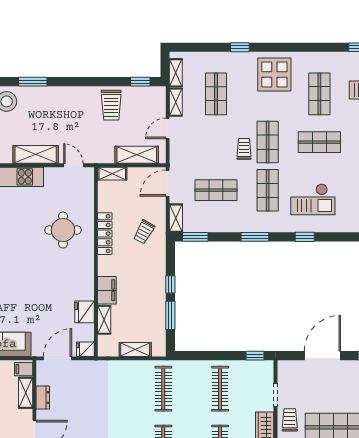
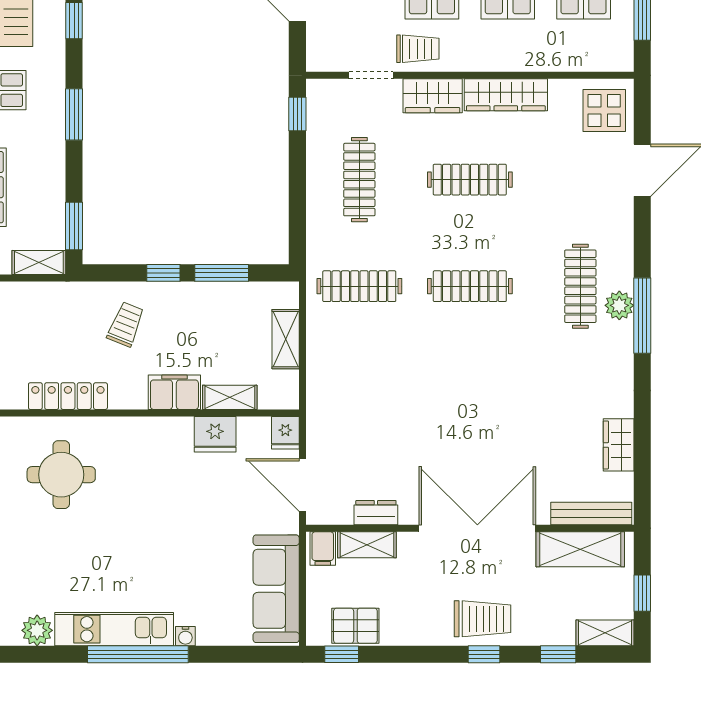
trolley: (144, 232) -> (126, 324), moved, turned -97
clothes rail: (220, 389) -> (359, 180), turned 90
trolley: (290, 420) -> (418, 49), turned 180

